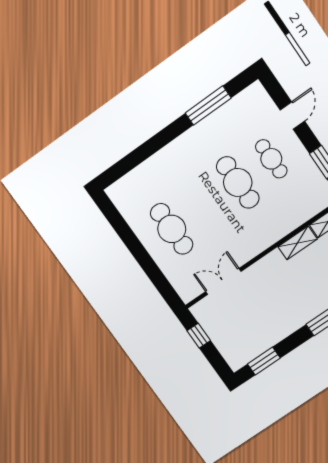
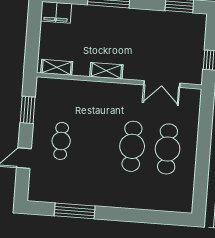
cafe table: (238, 182) -> (132, 146), moved
shelving: (298, 243) -> (106, 71), moved

